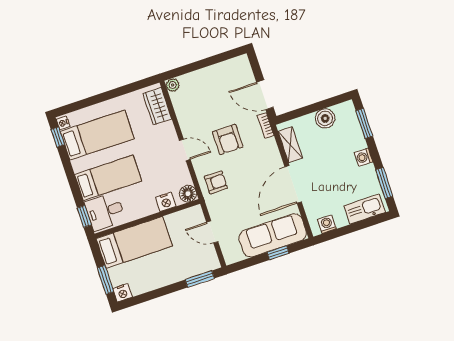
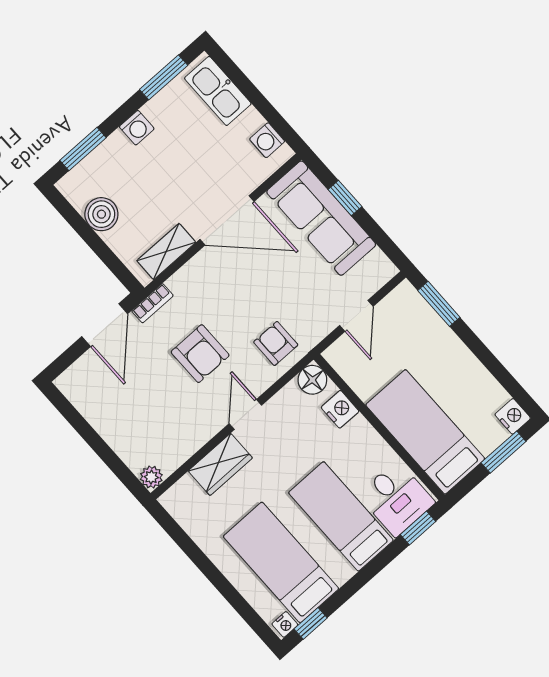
wardrobe: (157, 106) -> (220, 464), moved
armchair: (228, 139) -> (200, 354), turned 90

